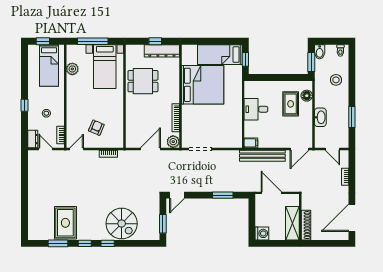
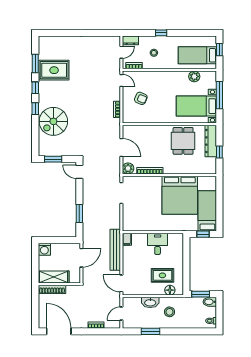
dresser: (162, 51) -> (211, 141), moved
stool: (336, 80) -> (169, 312), moved

